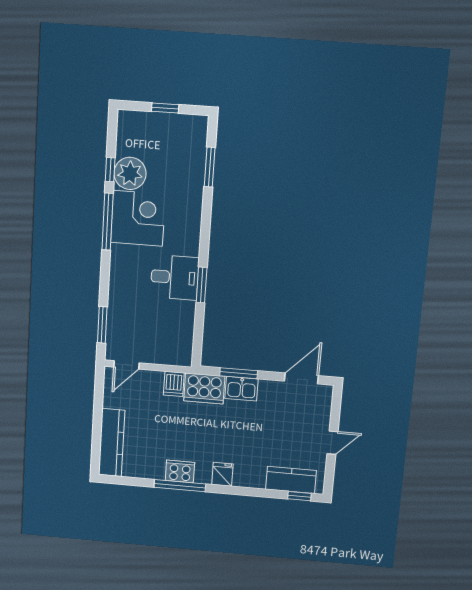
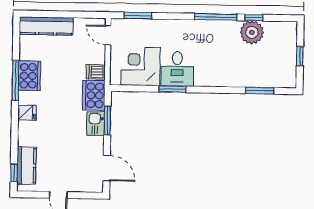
corner desk: (138, 218) -> (141, 66), moved, turned 180
cooker: (180, 471) -> (30, 76), width x1.37, depth x1.31

